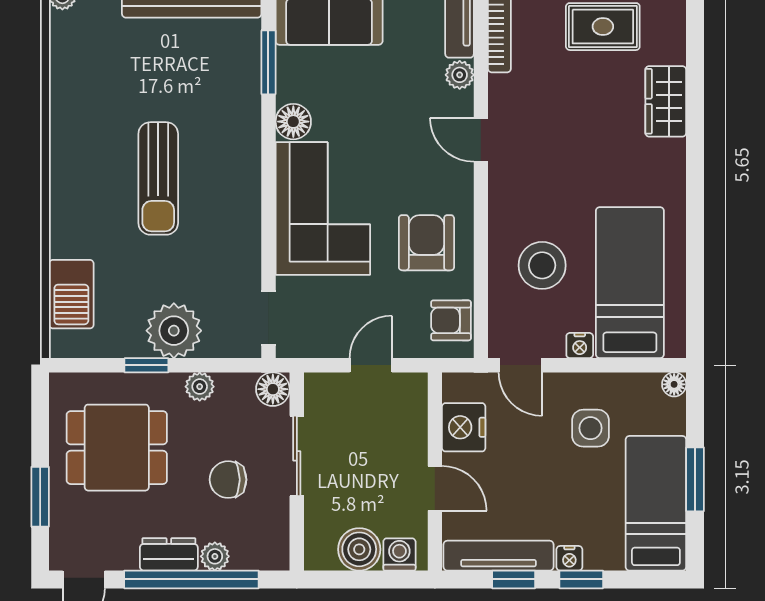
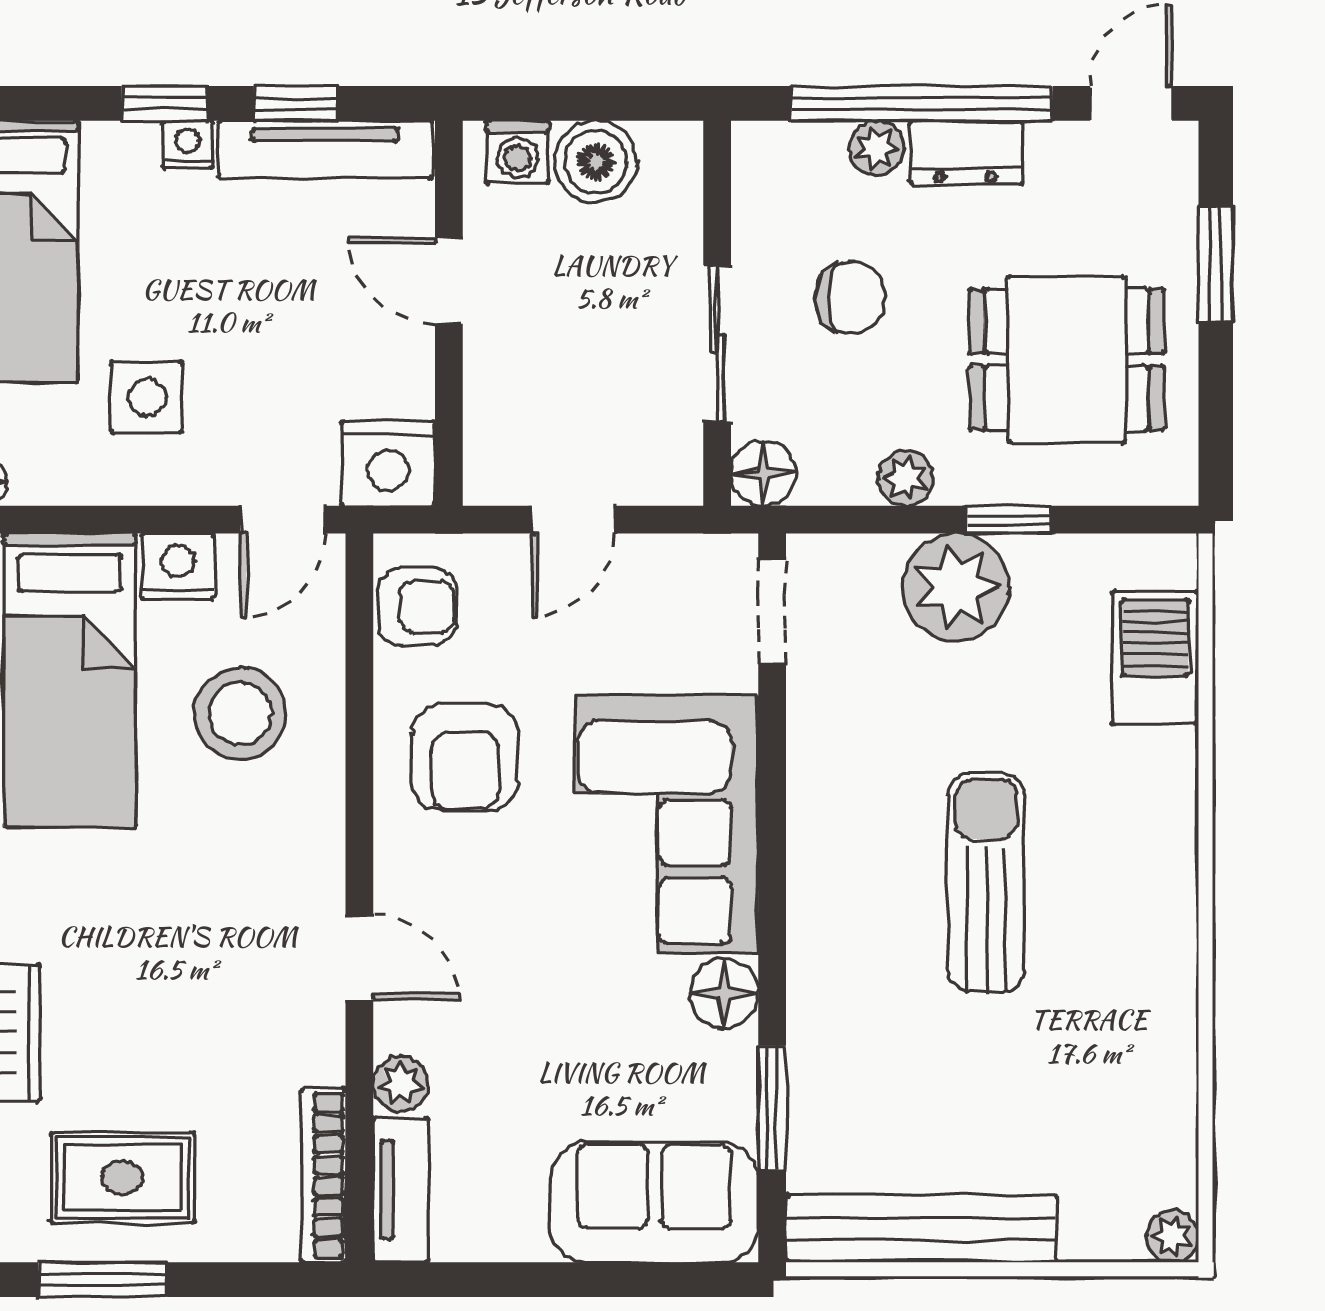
nightstand: (580, 346) -> (178, 567), width x1.39, depth x1.35
door: (520, 365) -> (282, 520), swing flipped
nightstand: (464, 427) -> (388, 464), moved, turned 90

